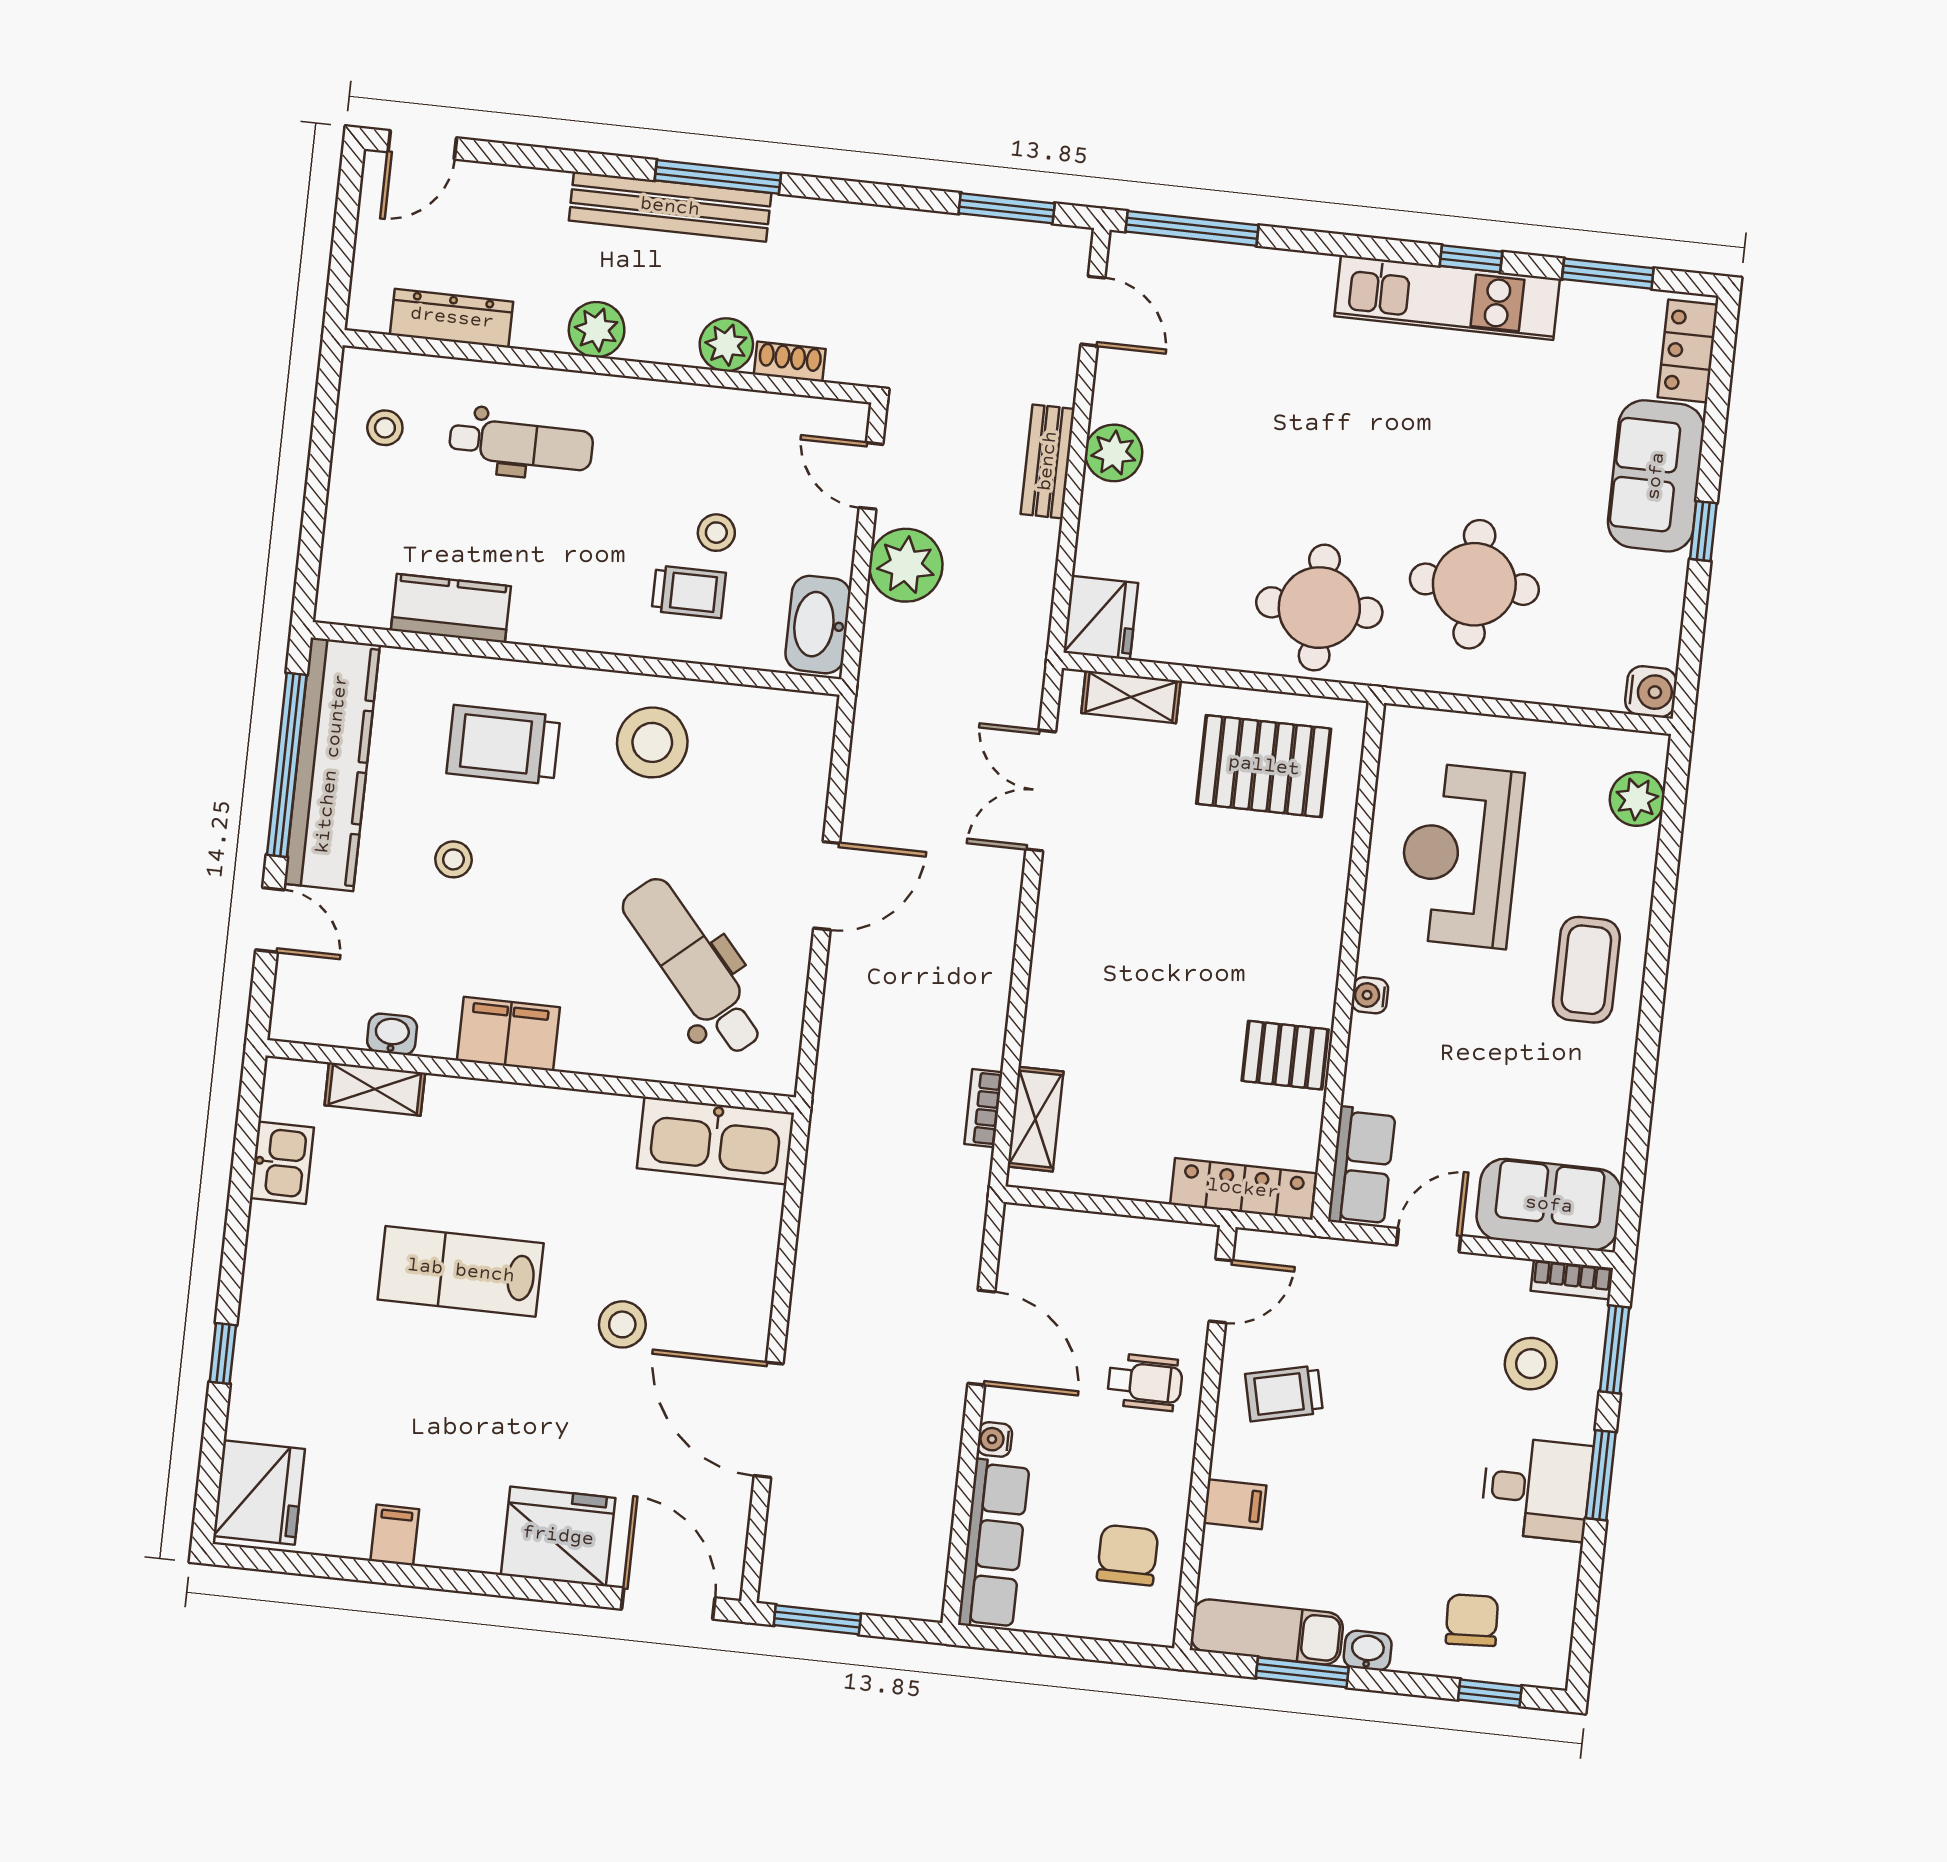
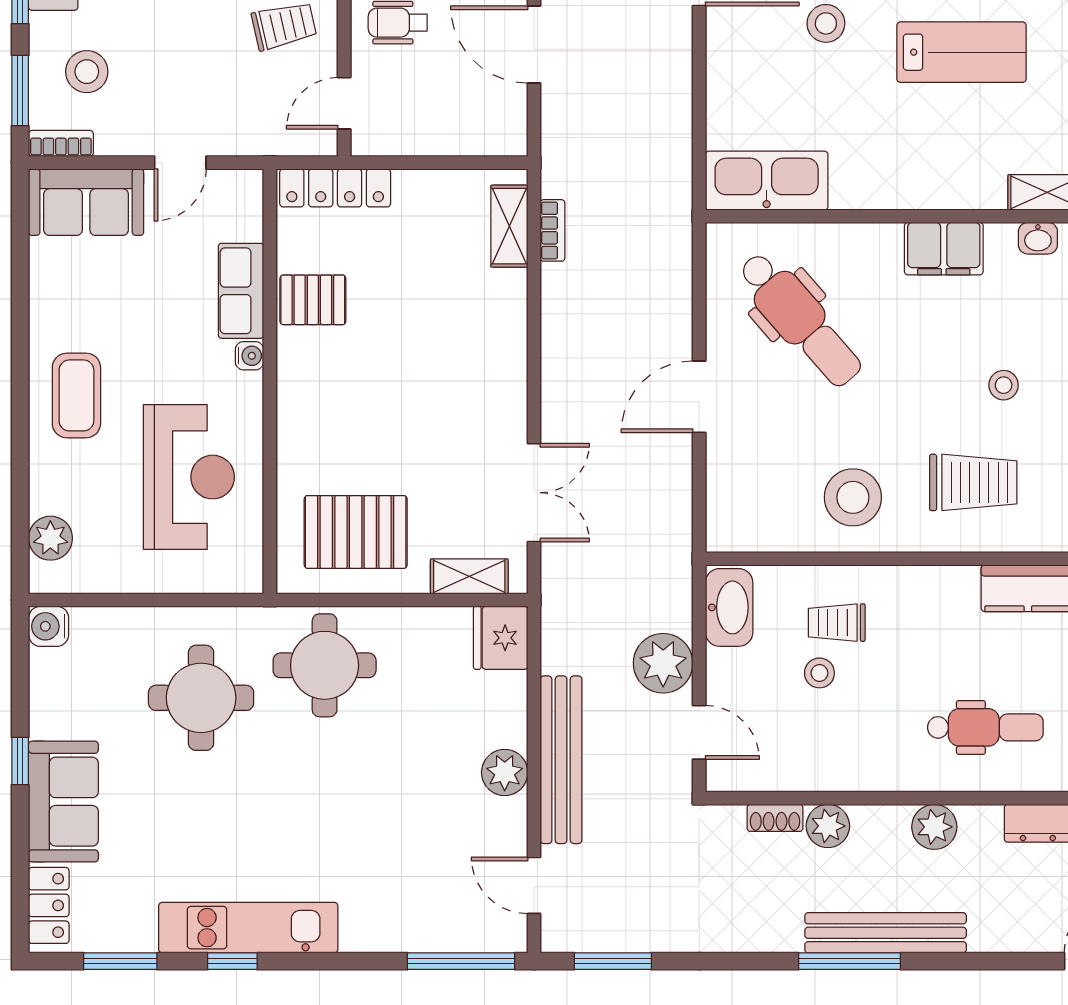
dental chair: (521, 444) -> (985, 727), turned 180
bench: (1048, 461) -> (561, 760), width x1.86, depth x1.21
row of seats: (1362, 1167) -> (241, 291), moved

